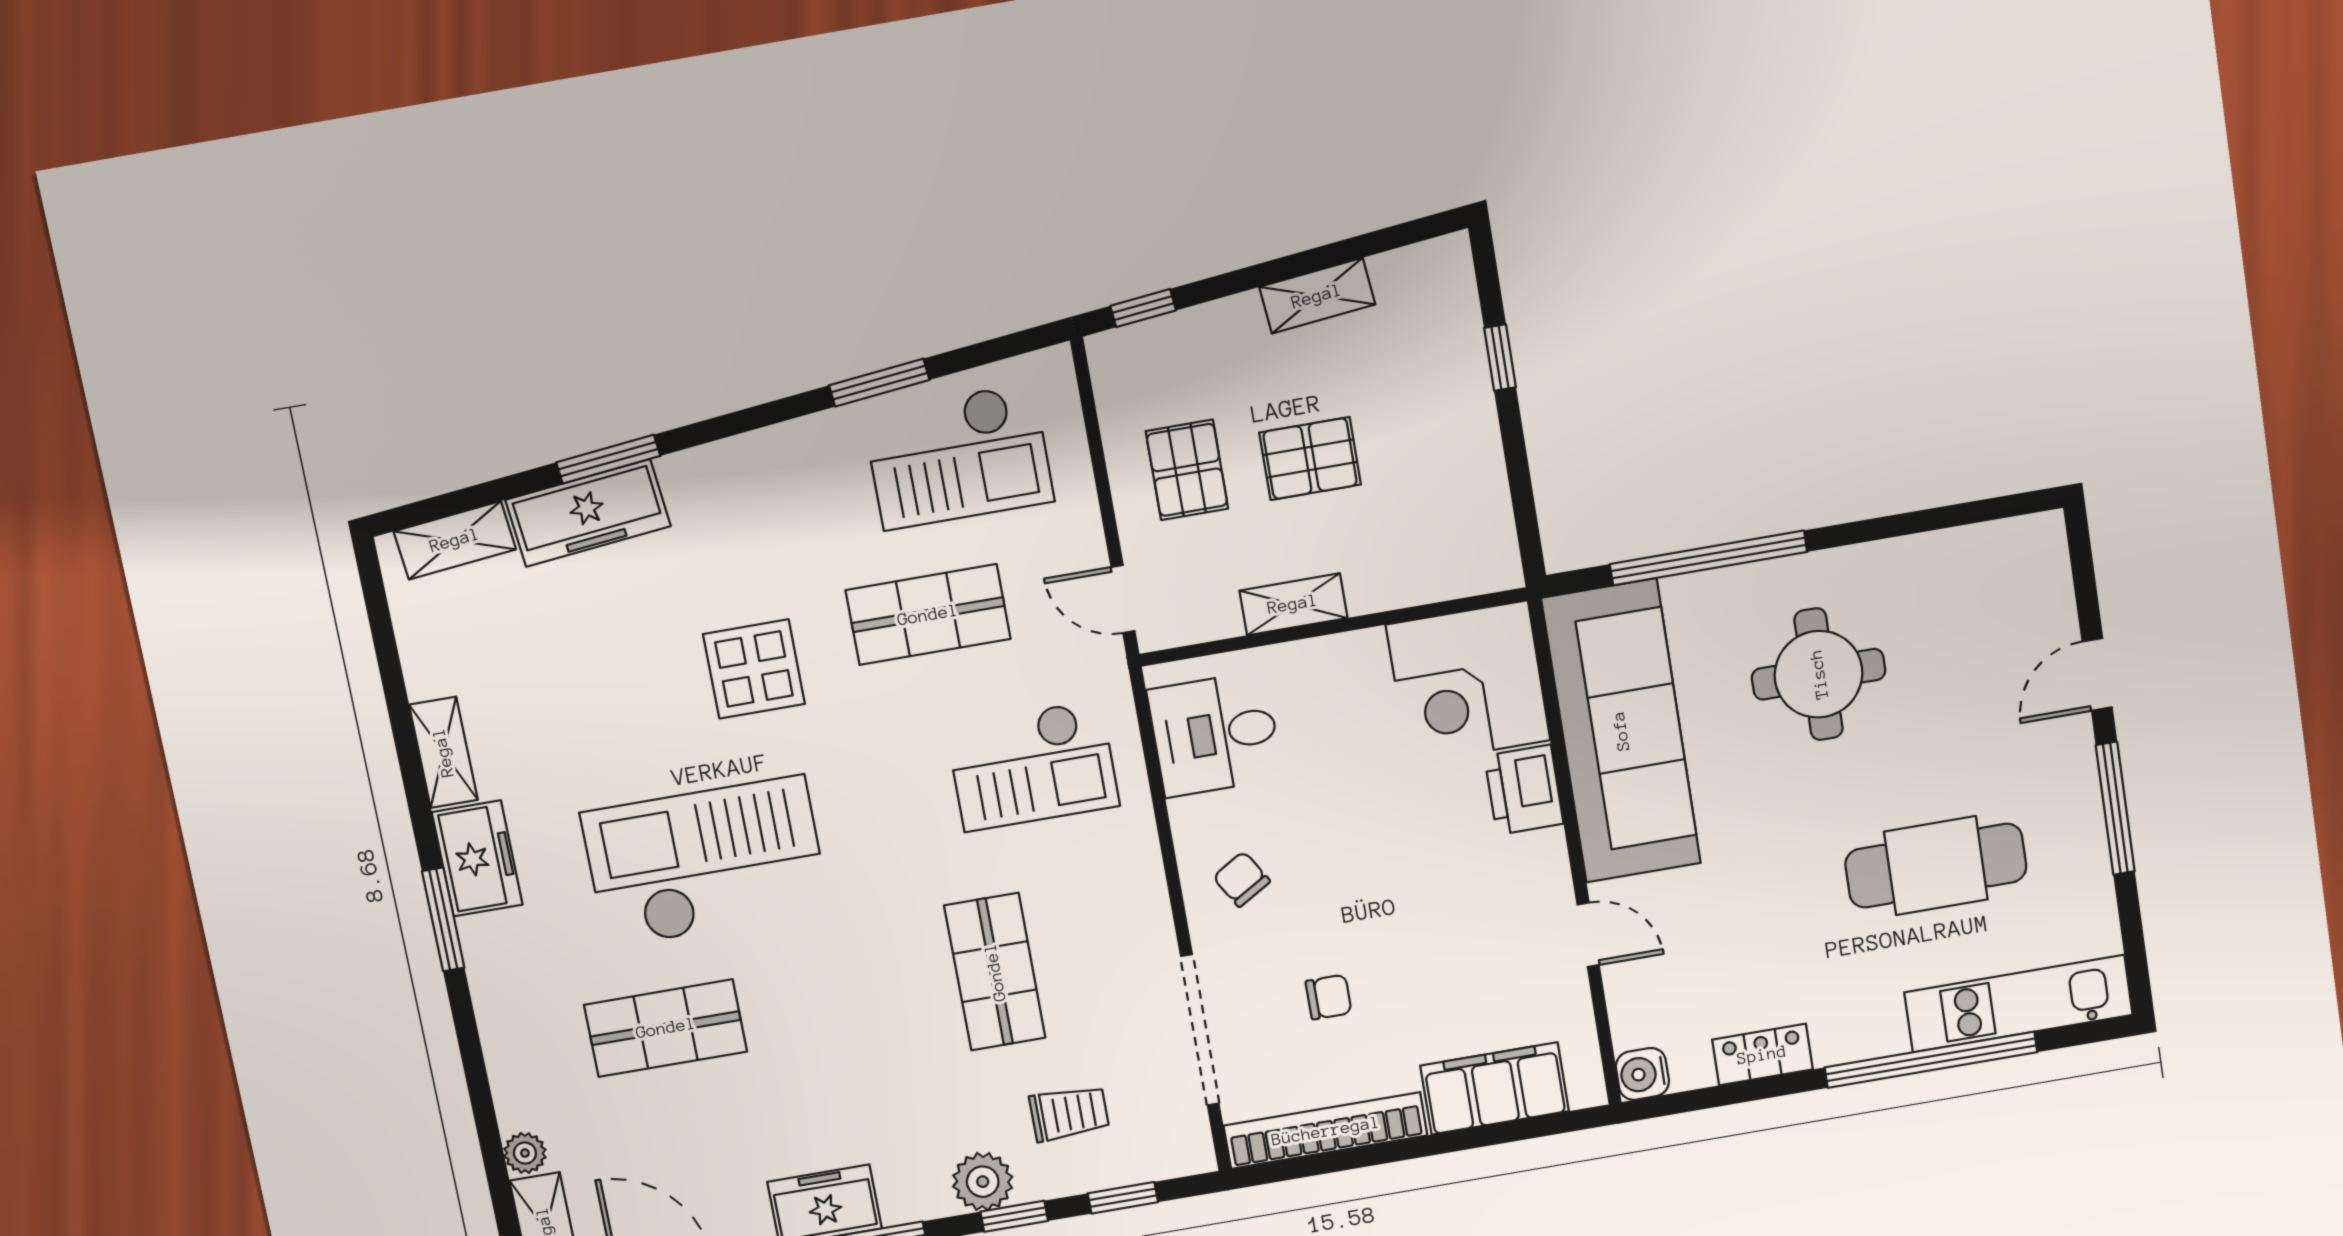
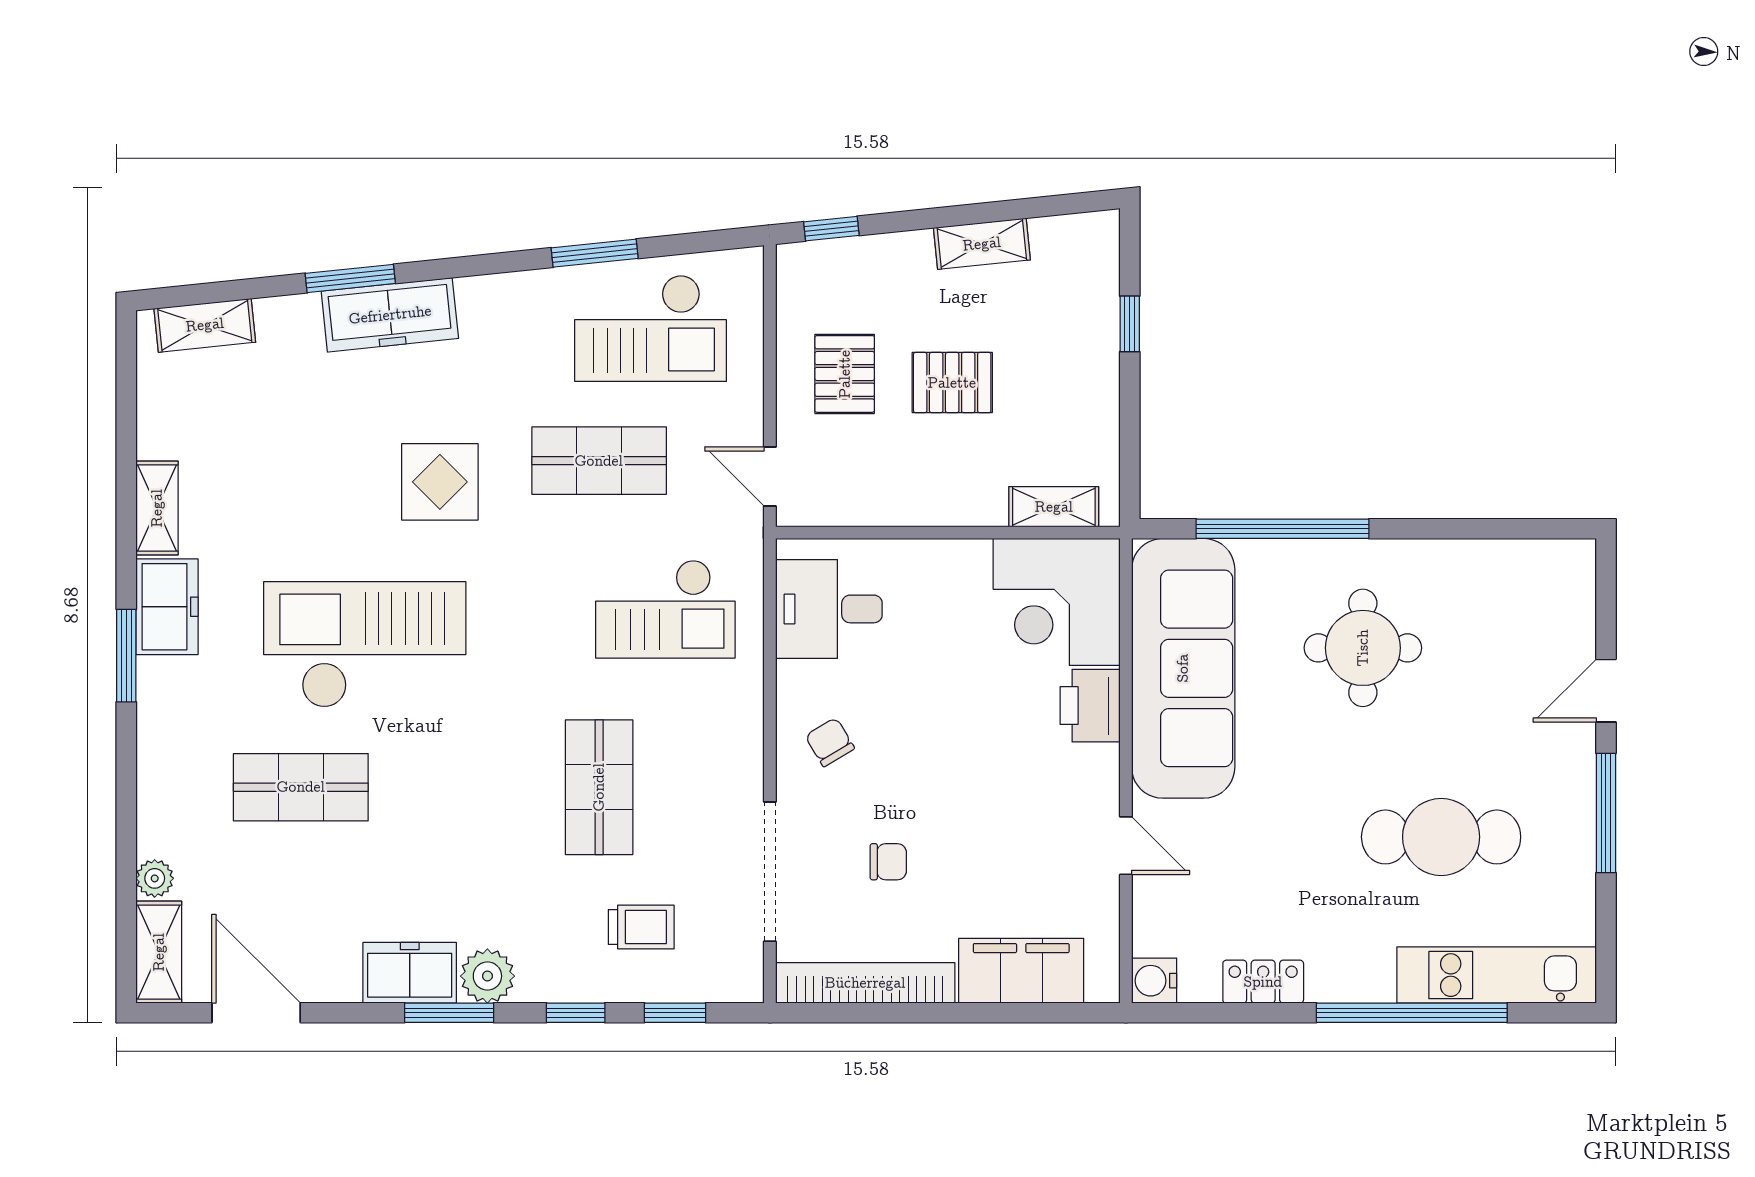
freezer: (588, 513) -> (390, 315), moved
shelving: (1293, 604) -> (1054, 507), moved
plant: (983, 1182) -> (487, 976), moved

